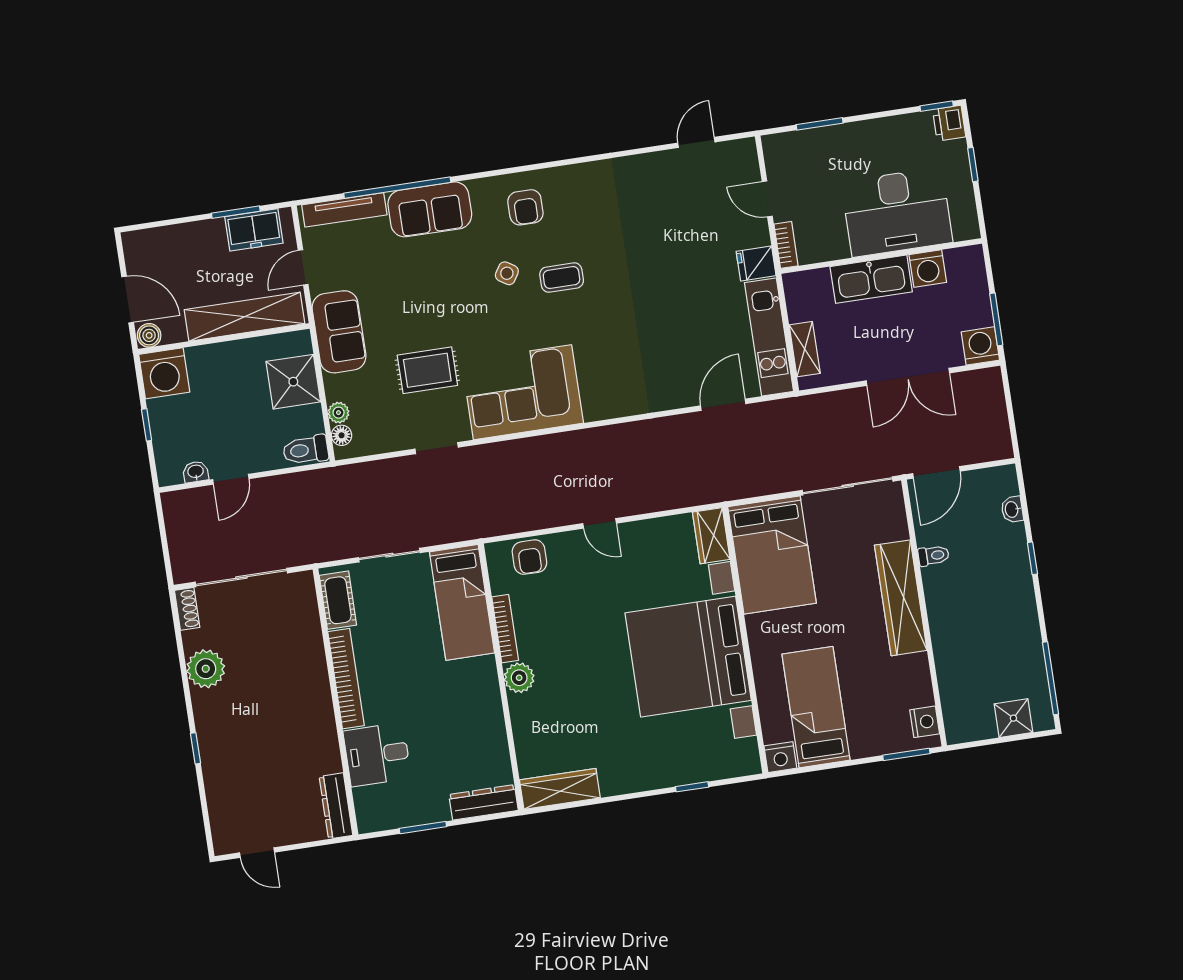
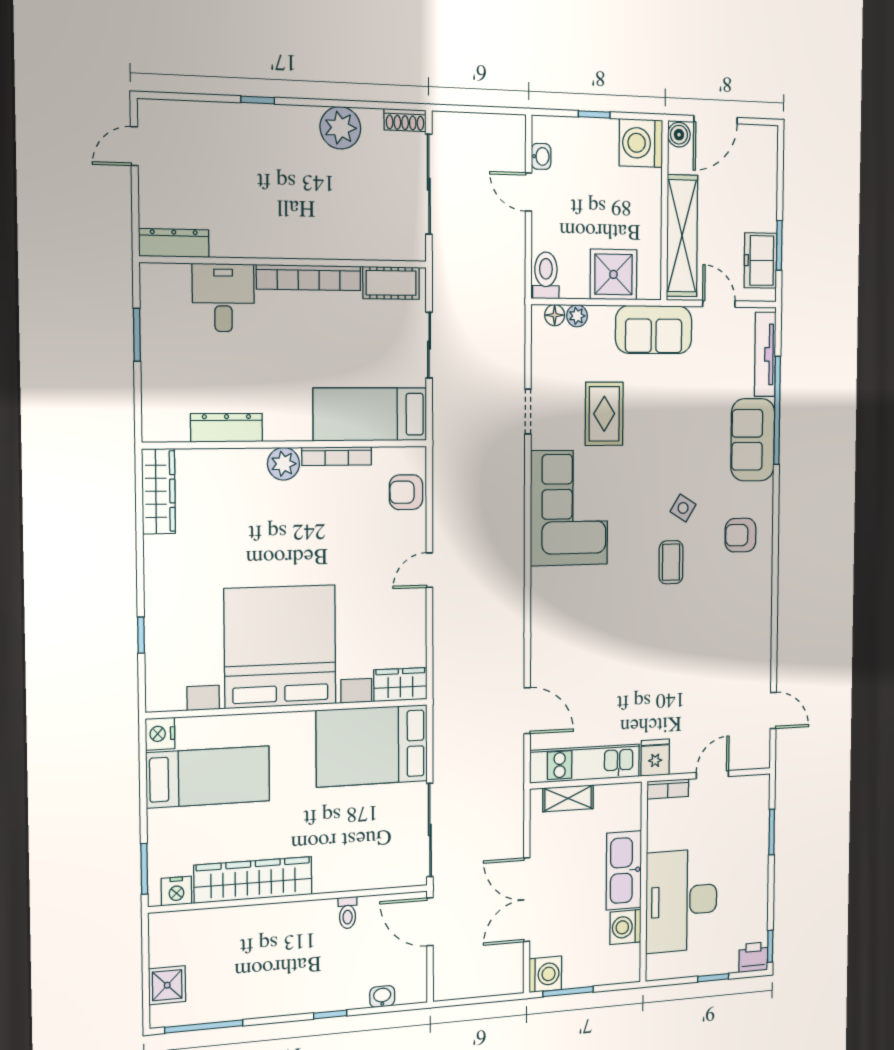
wardrobe: (901, 598) -> (253, 880), moved
dresser: (484, 802) -> (227, 428), moved, turned -90

